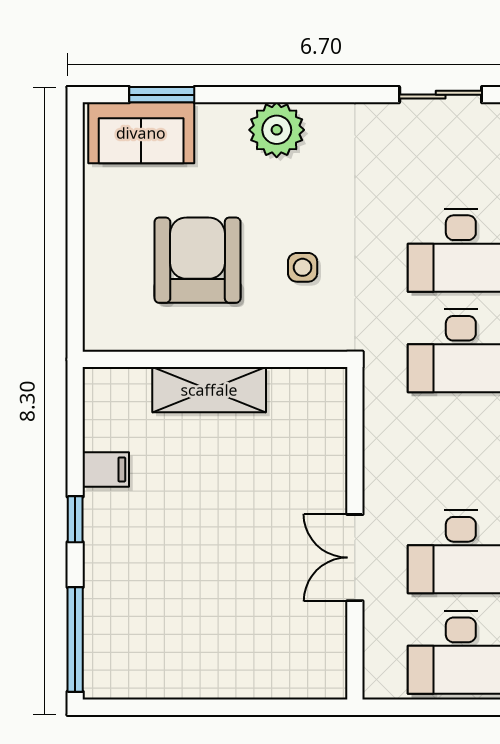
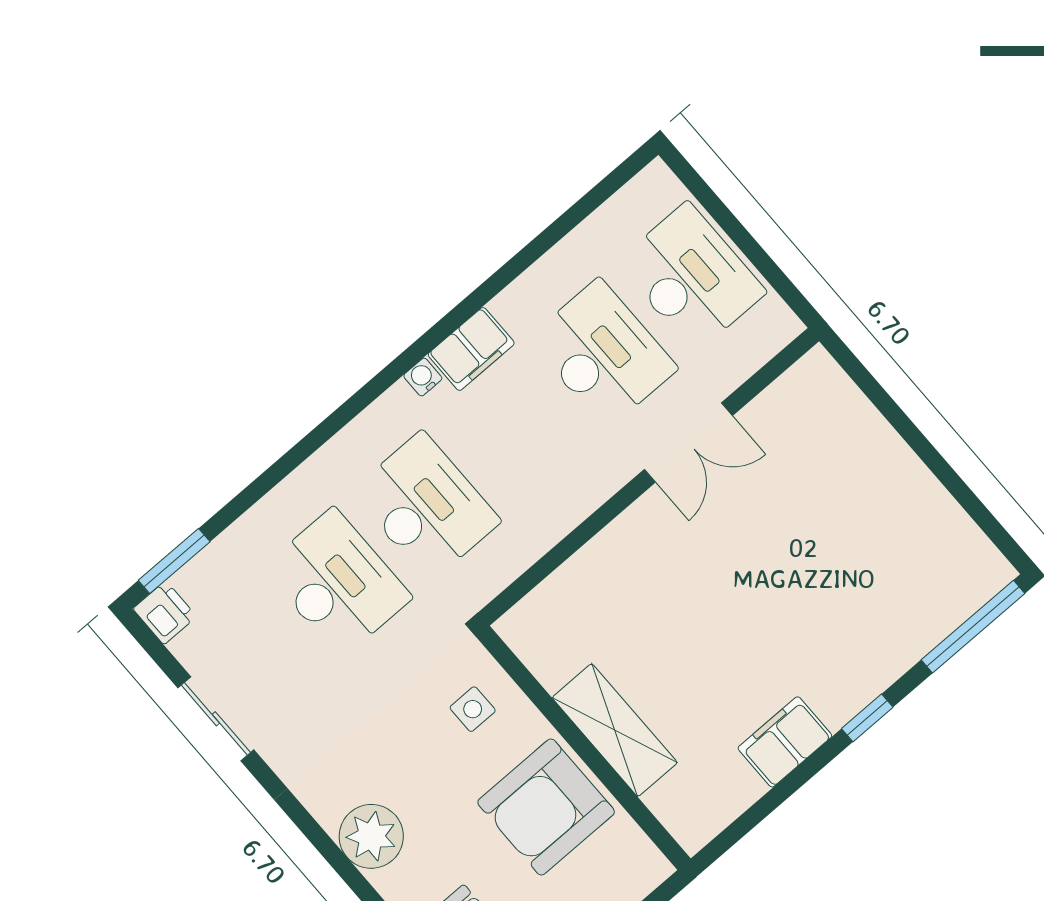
wall: (215, 359) -> (584, 748), moved
shelving: (209, 390) -> (615, 730), moved
filing cabinet: (106, 469) -> (785, 742), width x2.00

